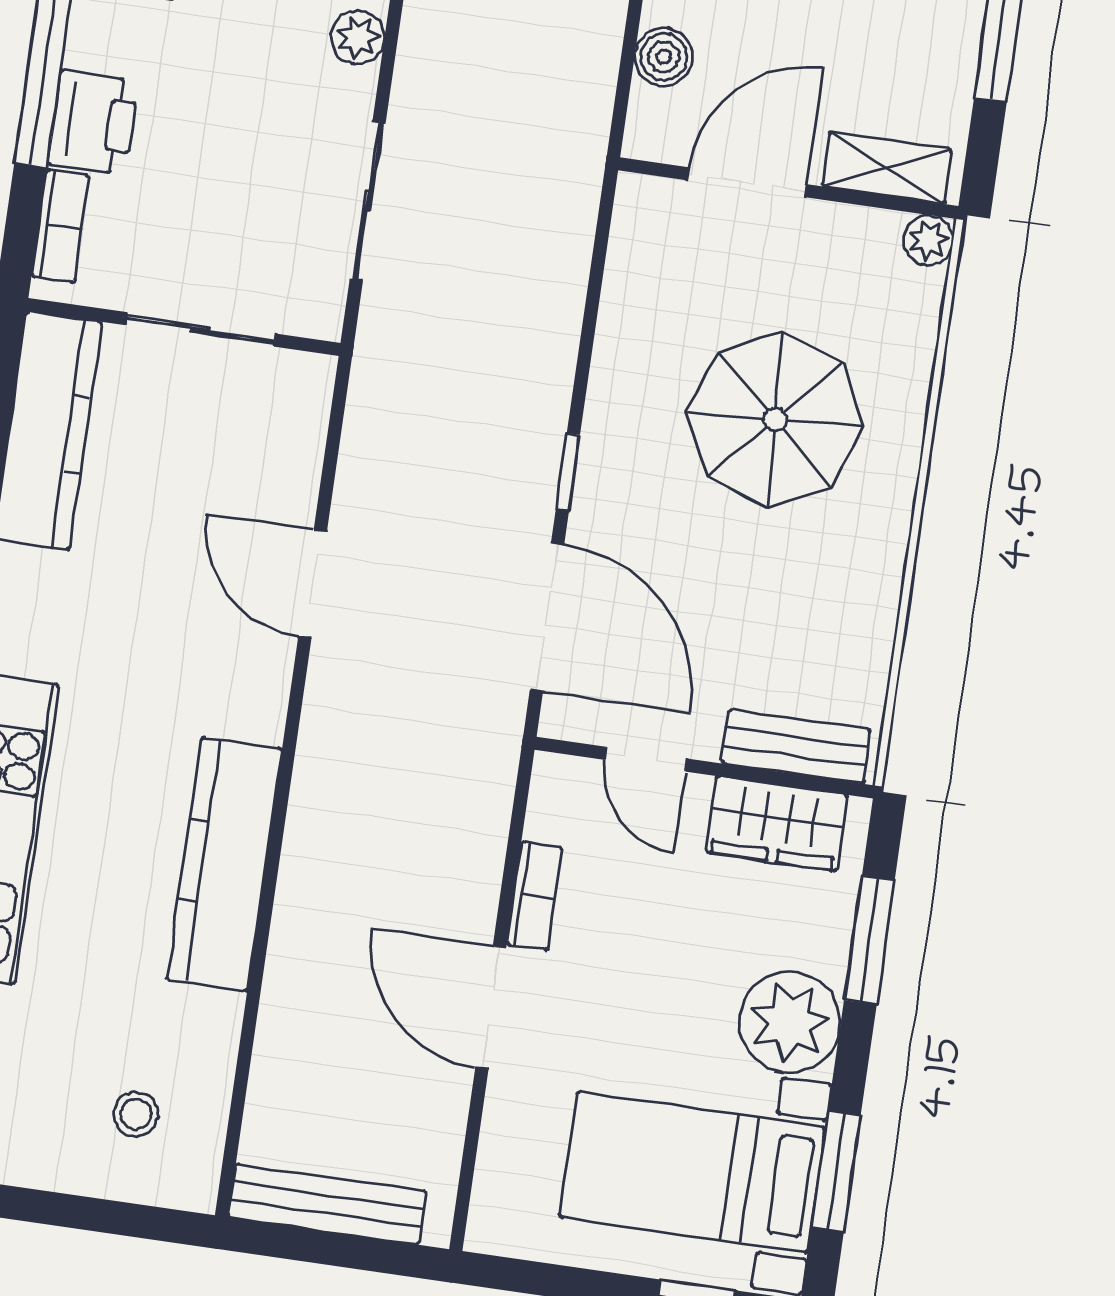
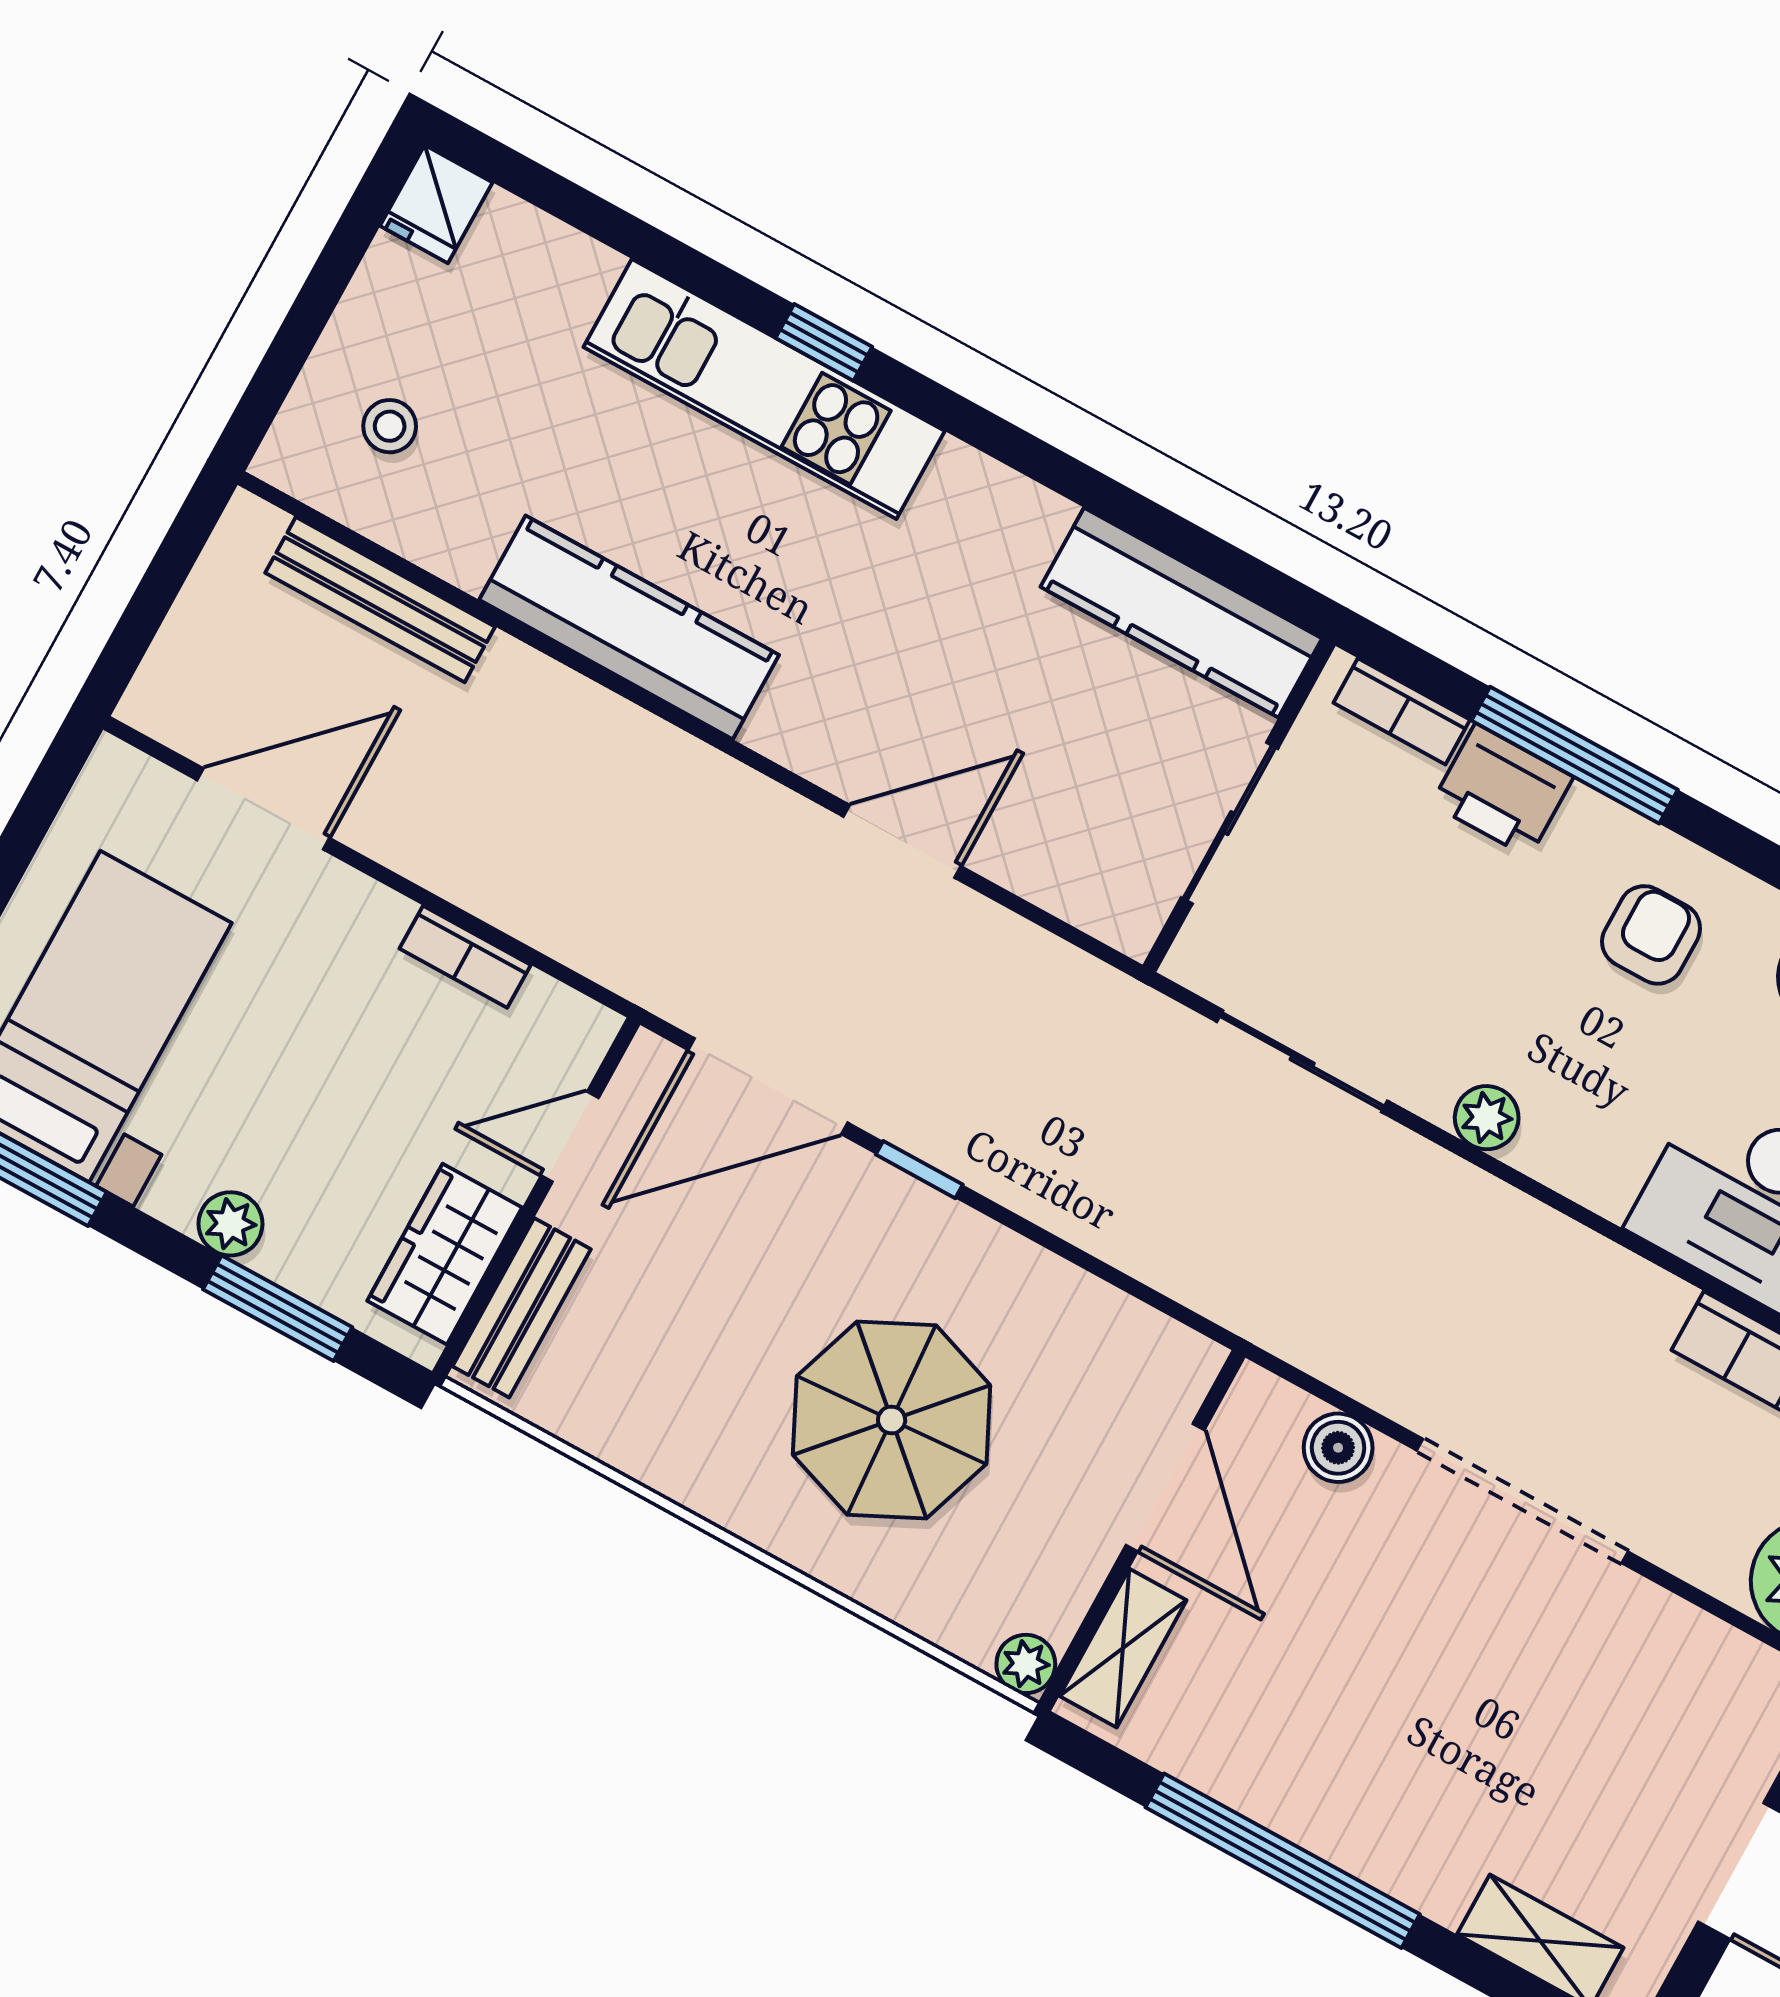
door: (491, 1008) -> (263, 809), moved
plant: (790, 1022) -> (230, 1224), width x0.53, depth x0.53
bench: (327, 1204) -> (380, 600), moved, turned 90

